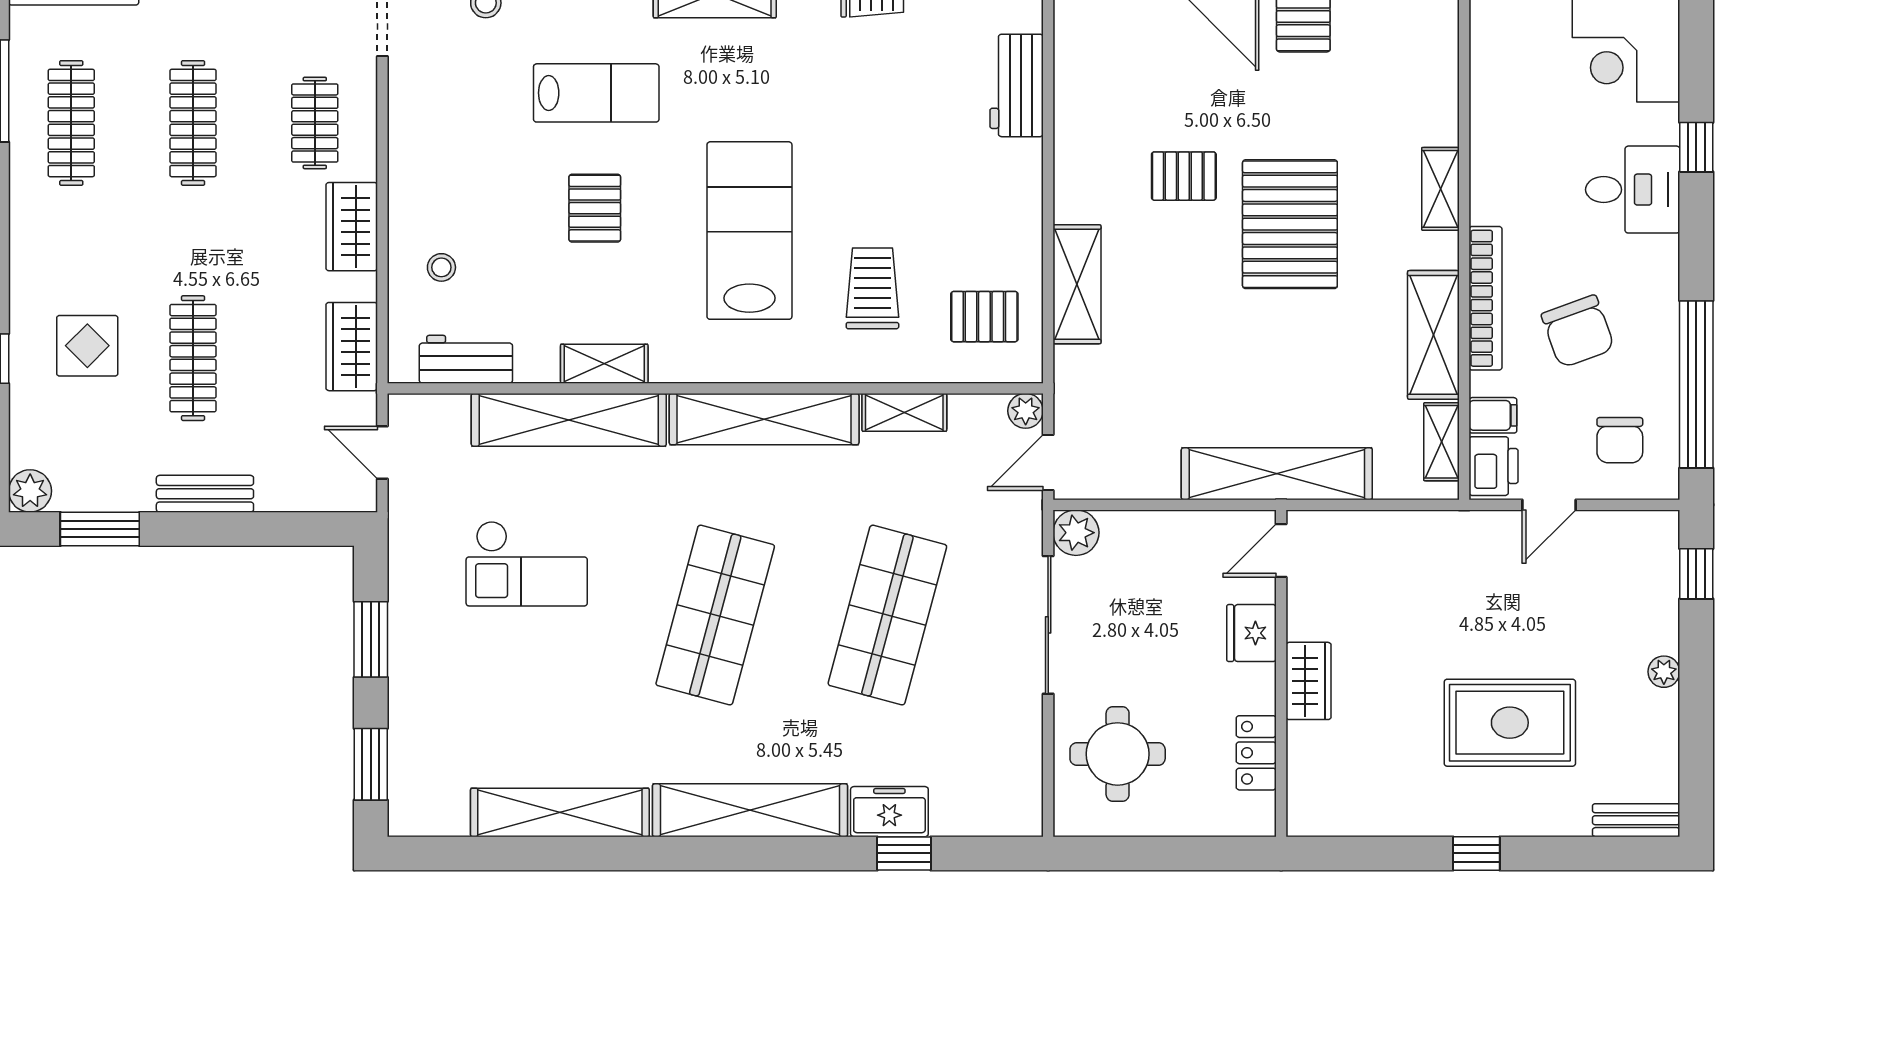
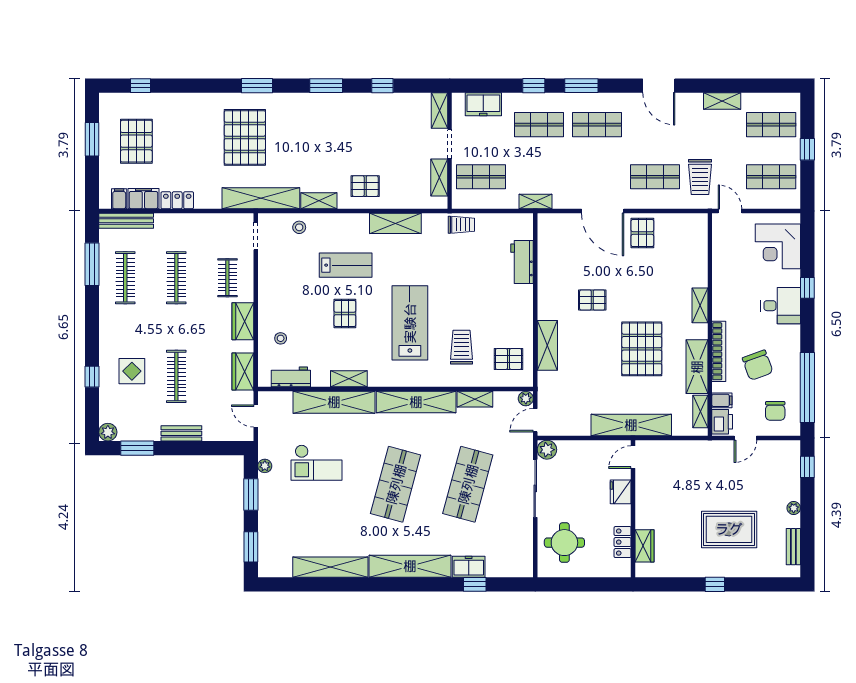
pallet: (1290, 224) -> (642, 349), moved
plant: (404, 571) -> (265, 466), added
wardrobe: (1309, 681) -> (645, 546), moved
bench: (1636, 820) -> (793, 547), moved, turned 90

